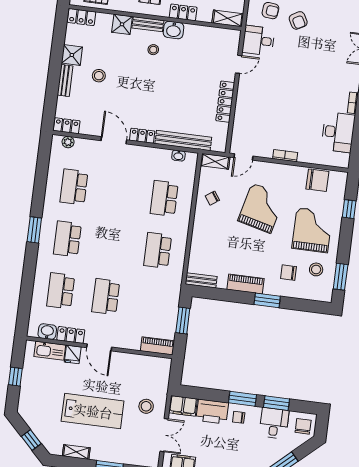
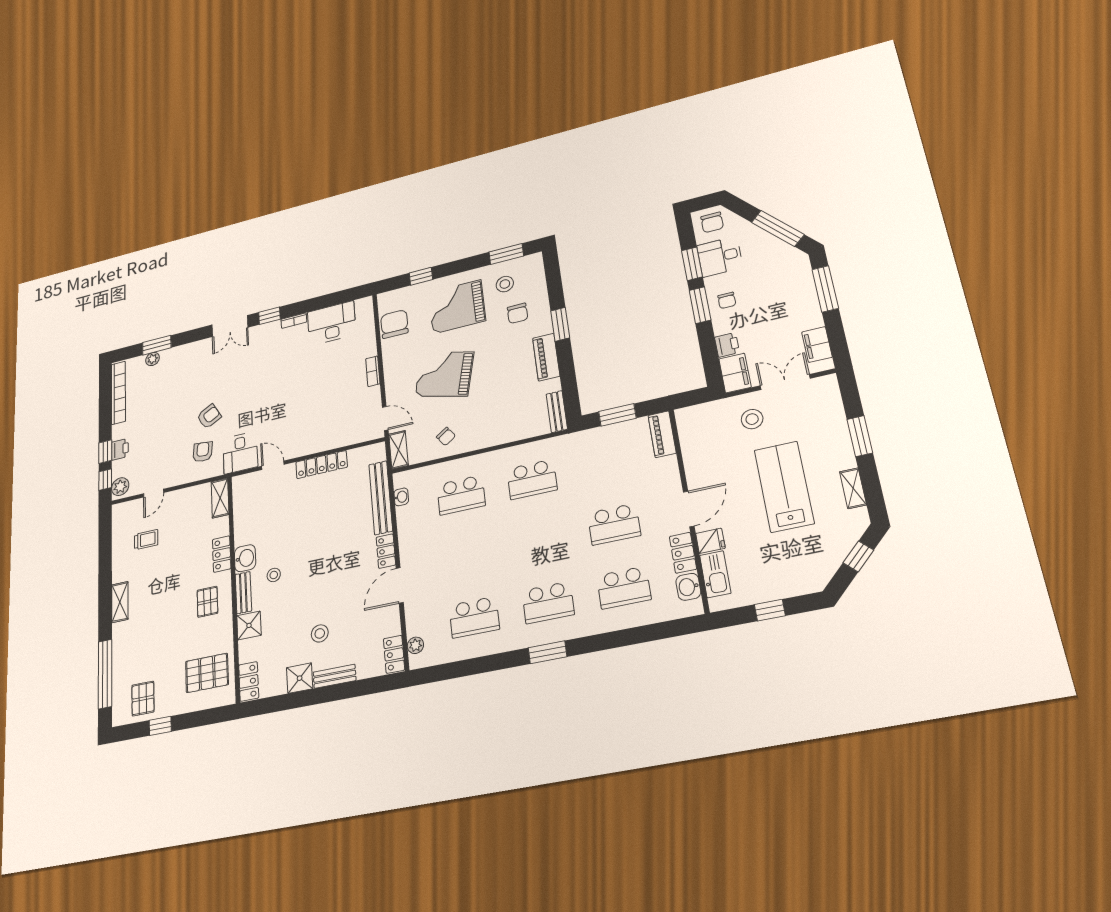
printer: (212, 412) -> (727, 345), width x0.53, depth x0.68
chair: (303, 426) -> (712, 222), turned -90

